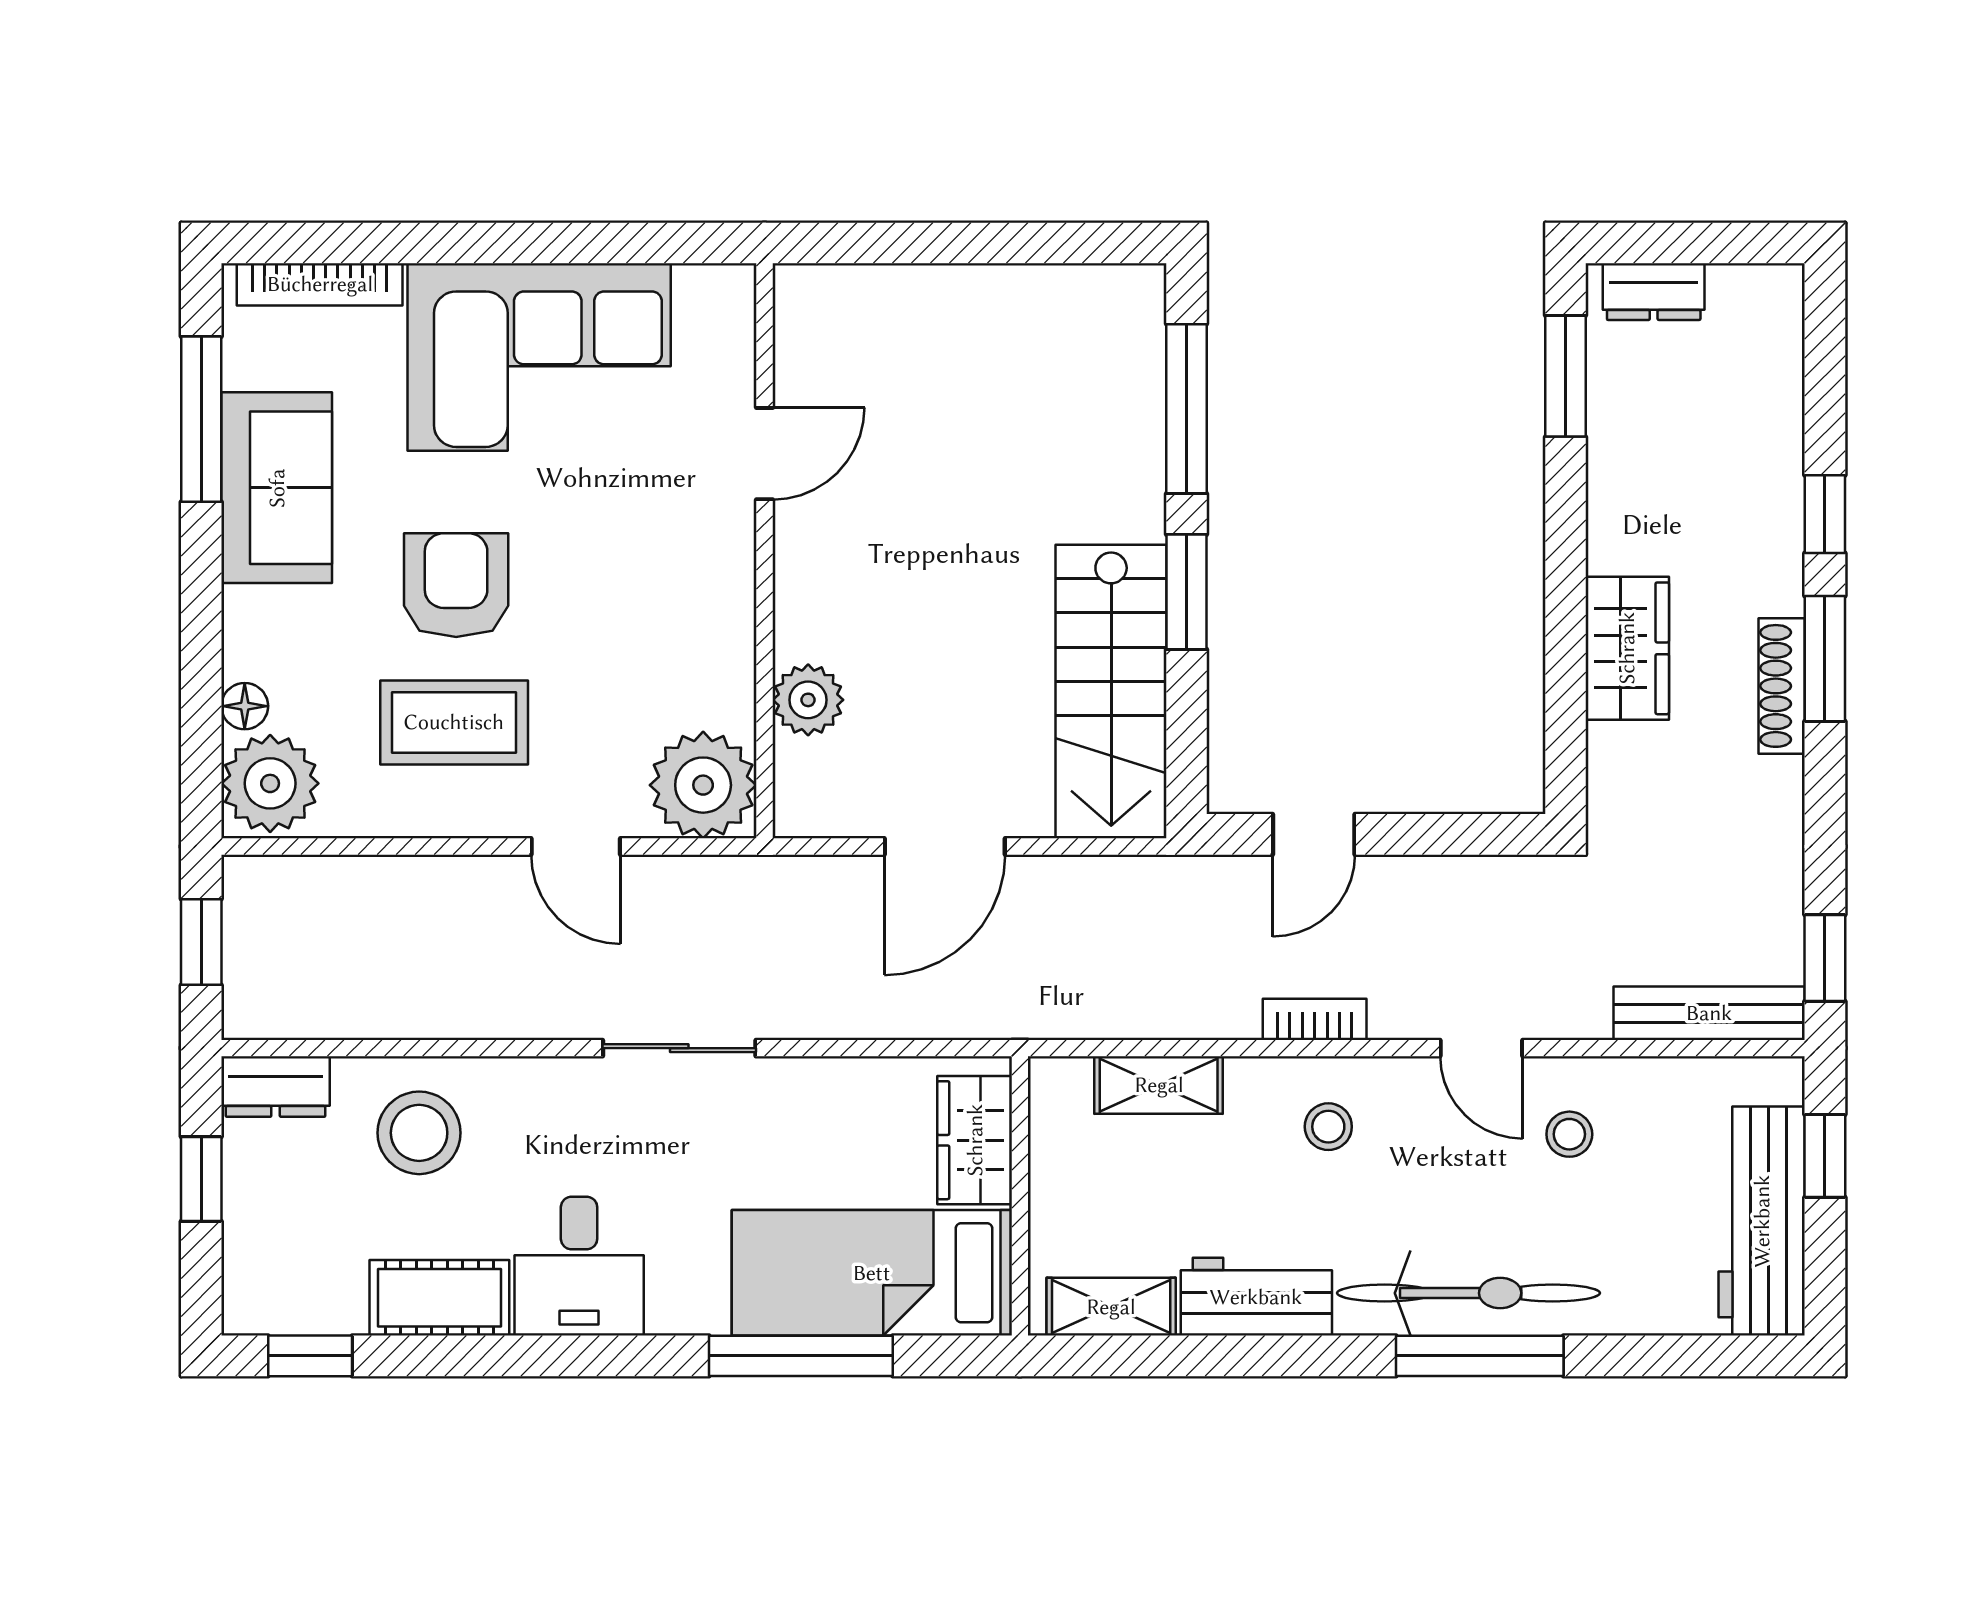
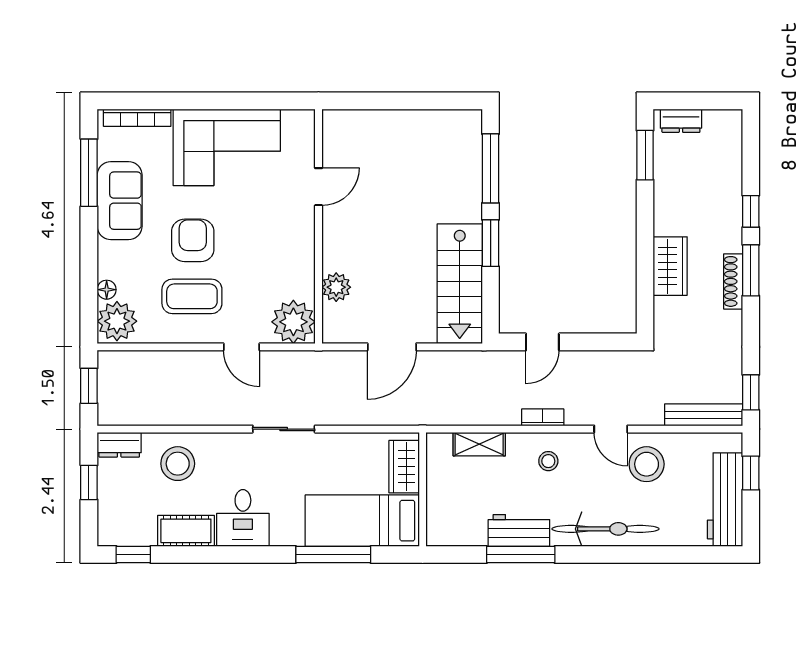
stool: (1569, 1134) -> (647, 464), width x1.89, depth x1.89
shelving: (1111, 1307) -> (460, 534), removed
window: (1480, 1356) -> (521, 555), moved

